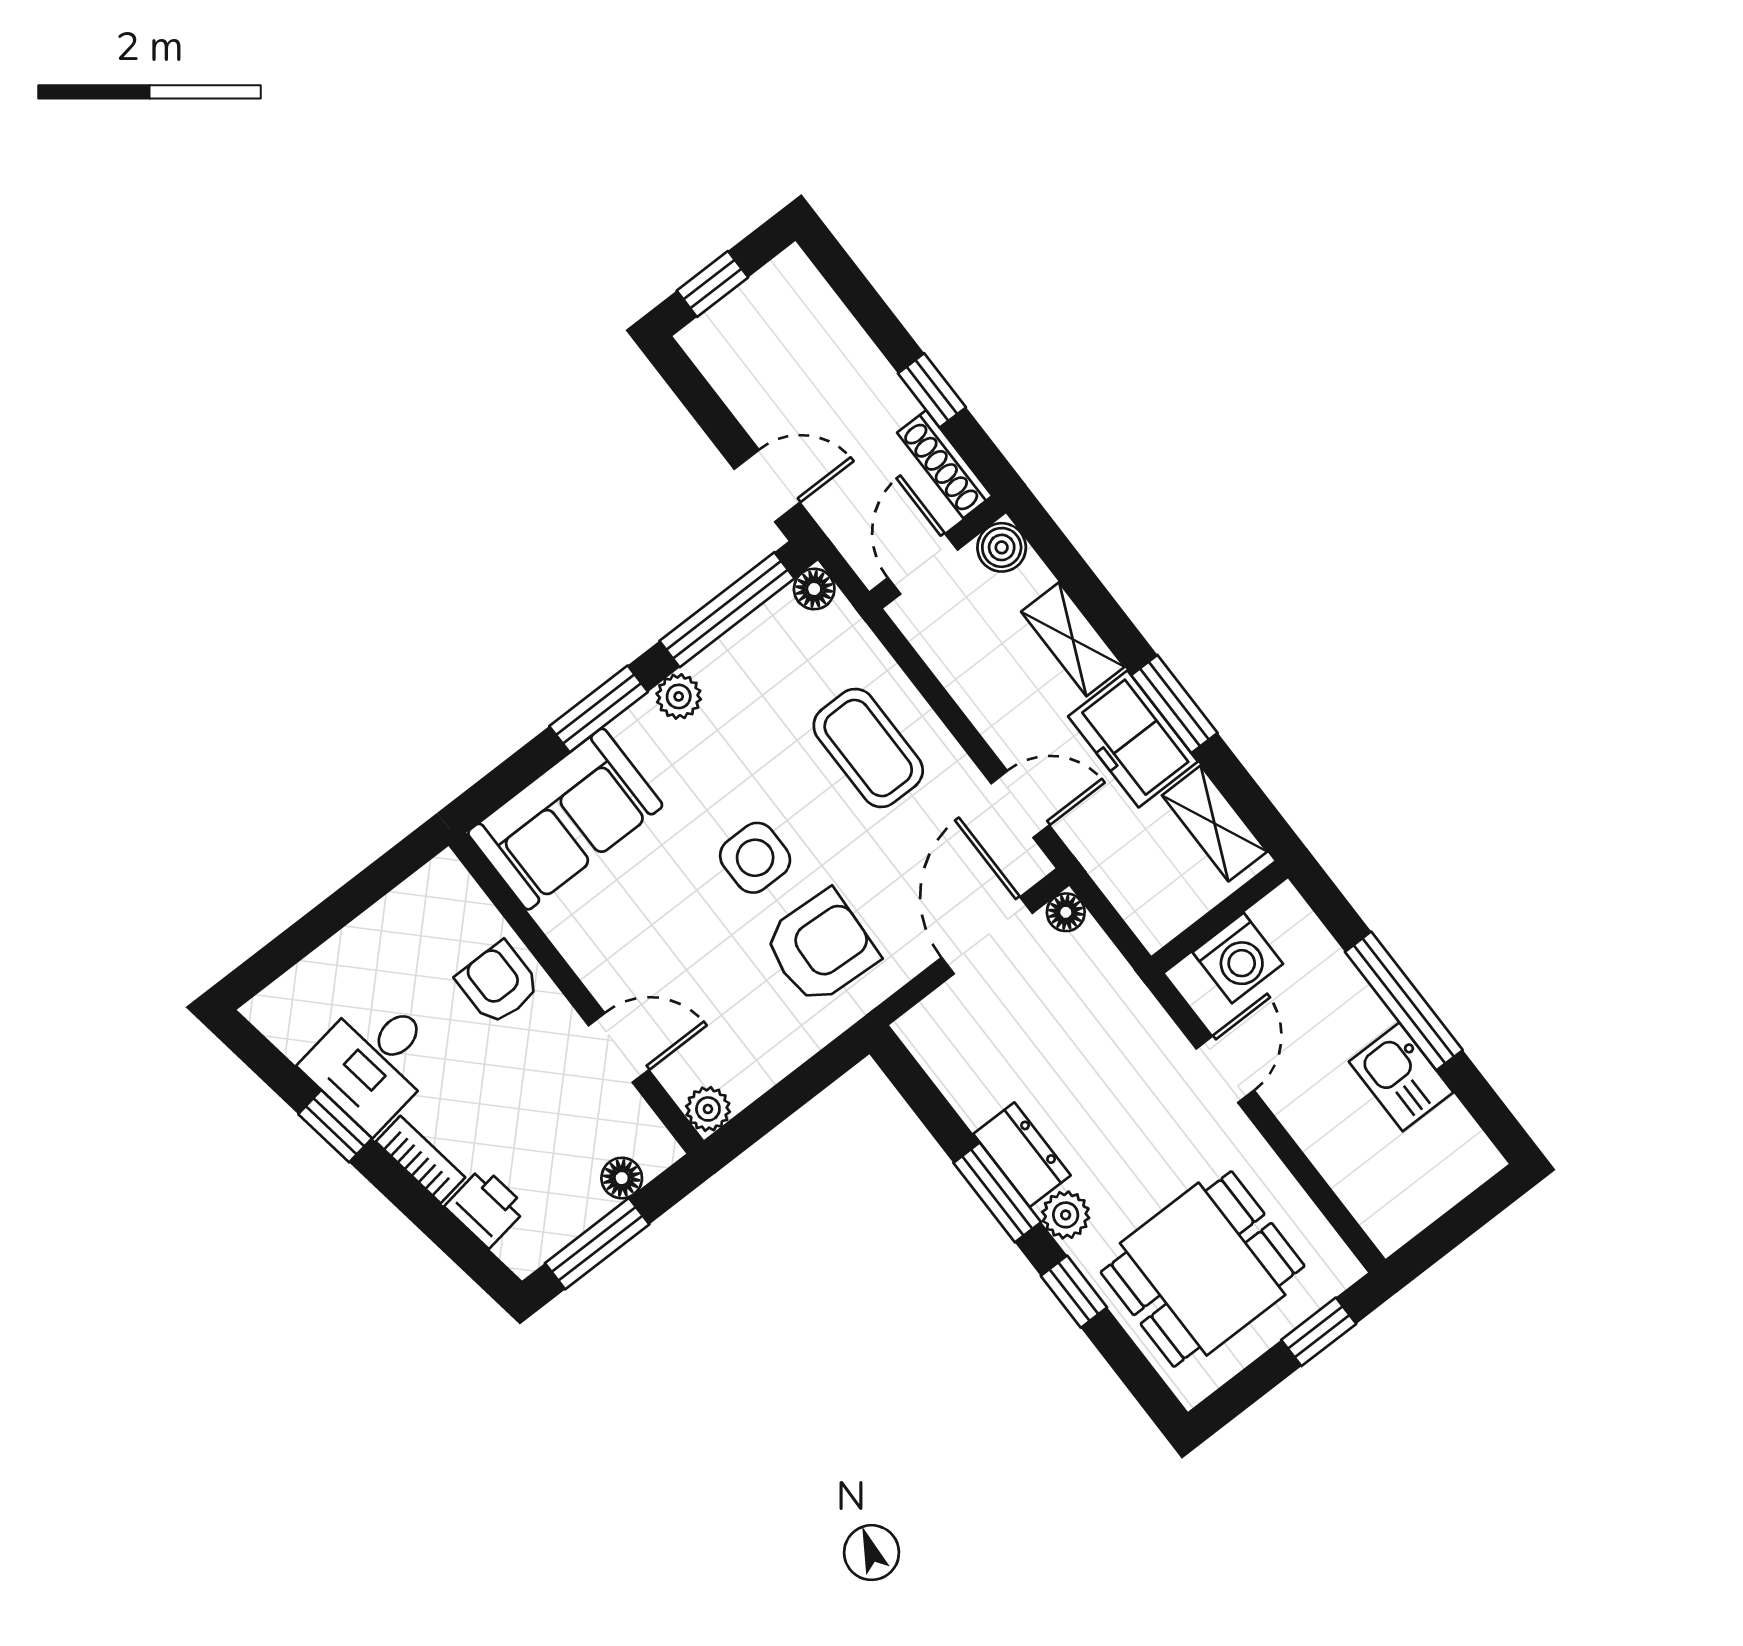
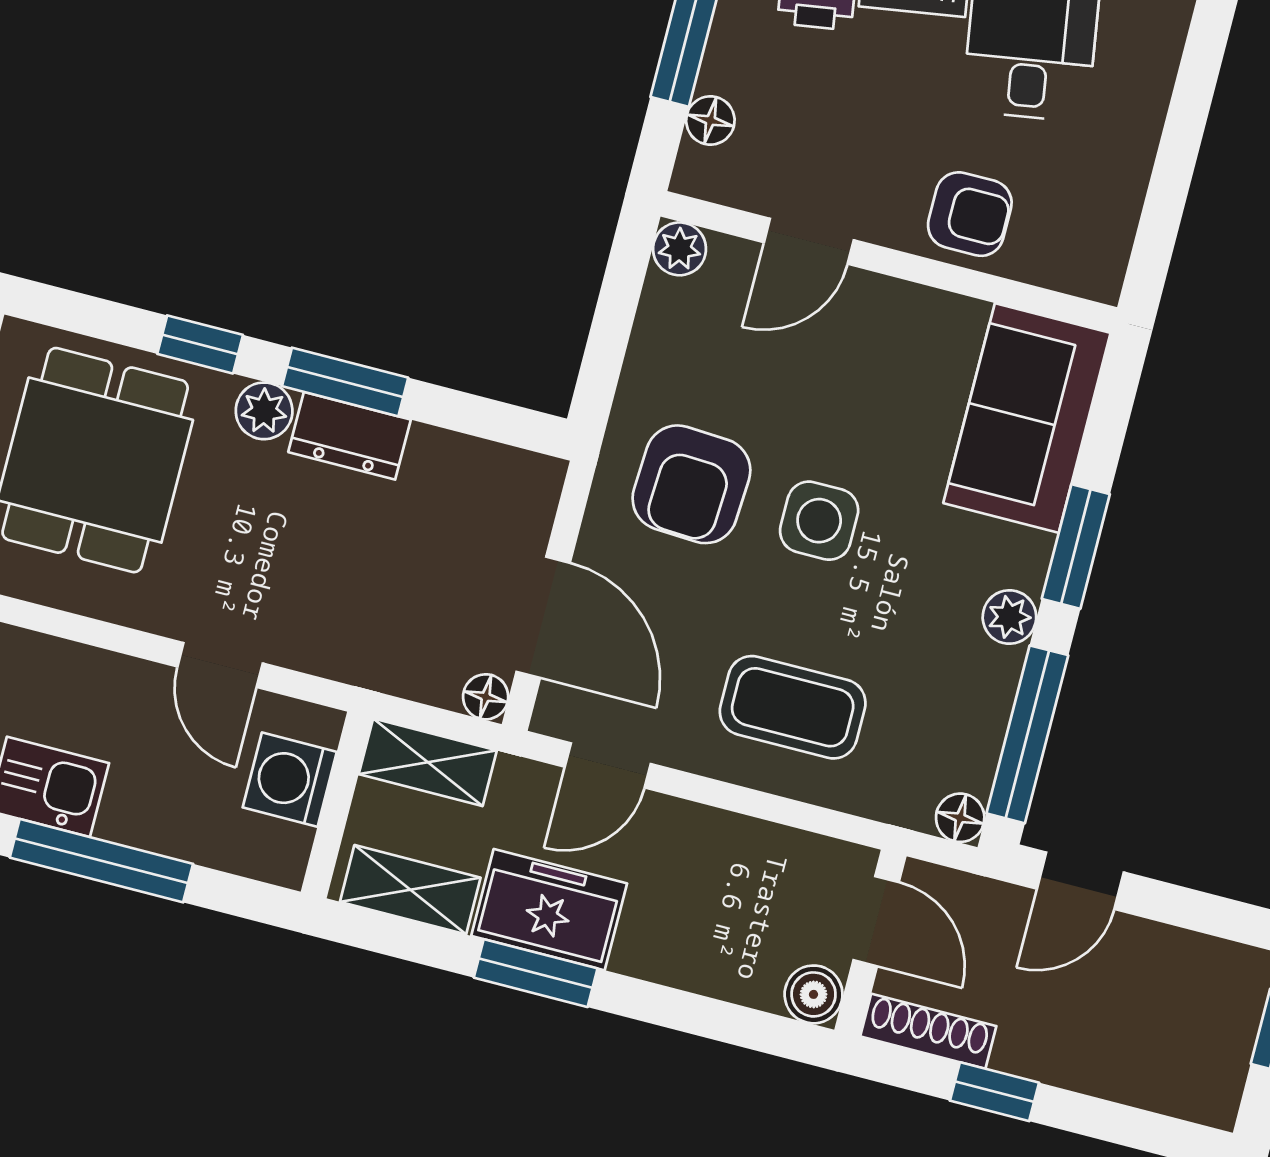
shelving: (1073, 639) -> (428, 762), moved

